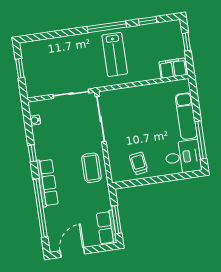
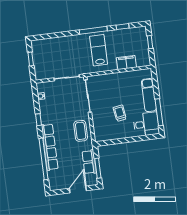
lab bench: (115, 54) -> (99, 50), turned 180
filing cabinet: (173, 68) -> (126, 63), moved
trolley: (139, 164) -> (120, 113), moved
row of seats: (47, 183) -> (50, 147), width x1.36
row of seats: (107, 227) -> (89, 162), moved
door: (72, 252) -> (78, 189), moved

